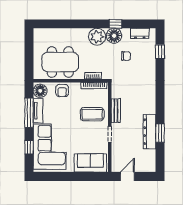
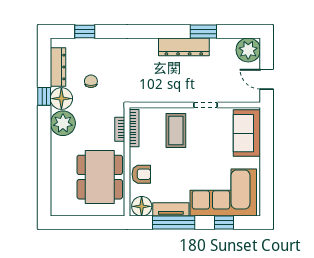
dresser: (140, 33) -> (58, 67), width x1.44
bench: (116, 111) -> (171, 96), removed
dresser: (149, 132) -> (184, 47), moved
plant: (147, 164) -> (248, 50), added

